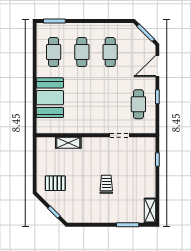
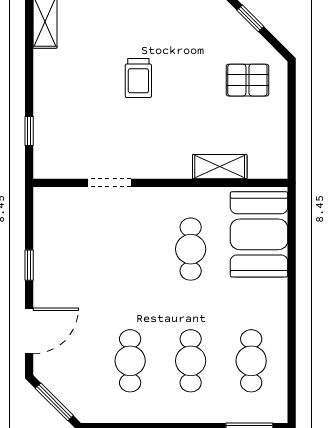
booth: (50, 98) -> (259, 234), moved
cafe table: (138, 104) -> (191, 249), moved

